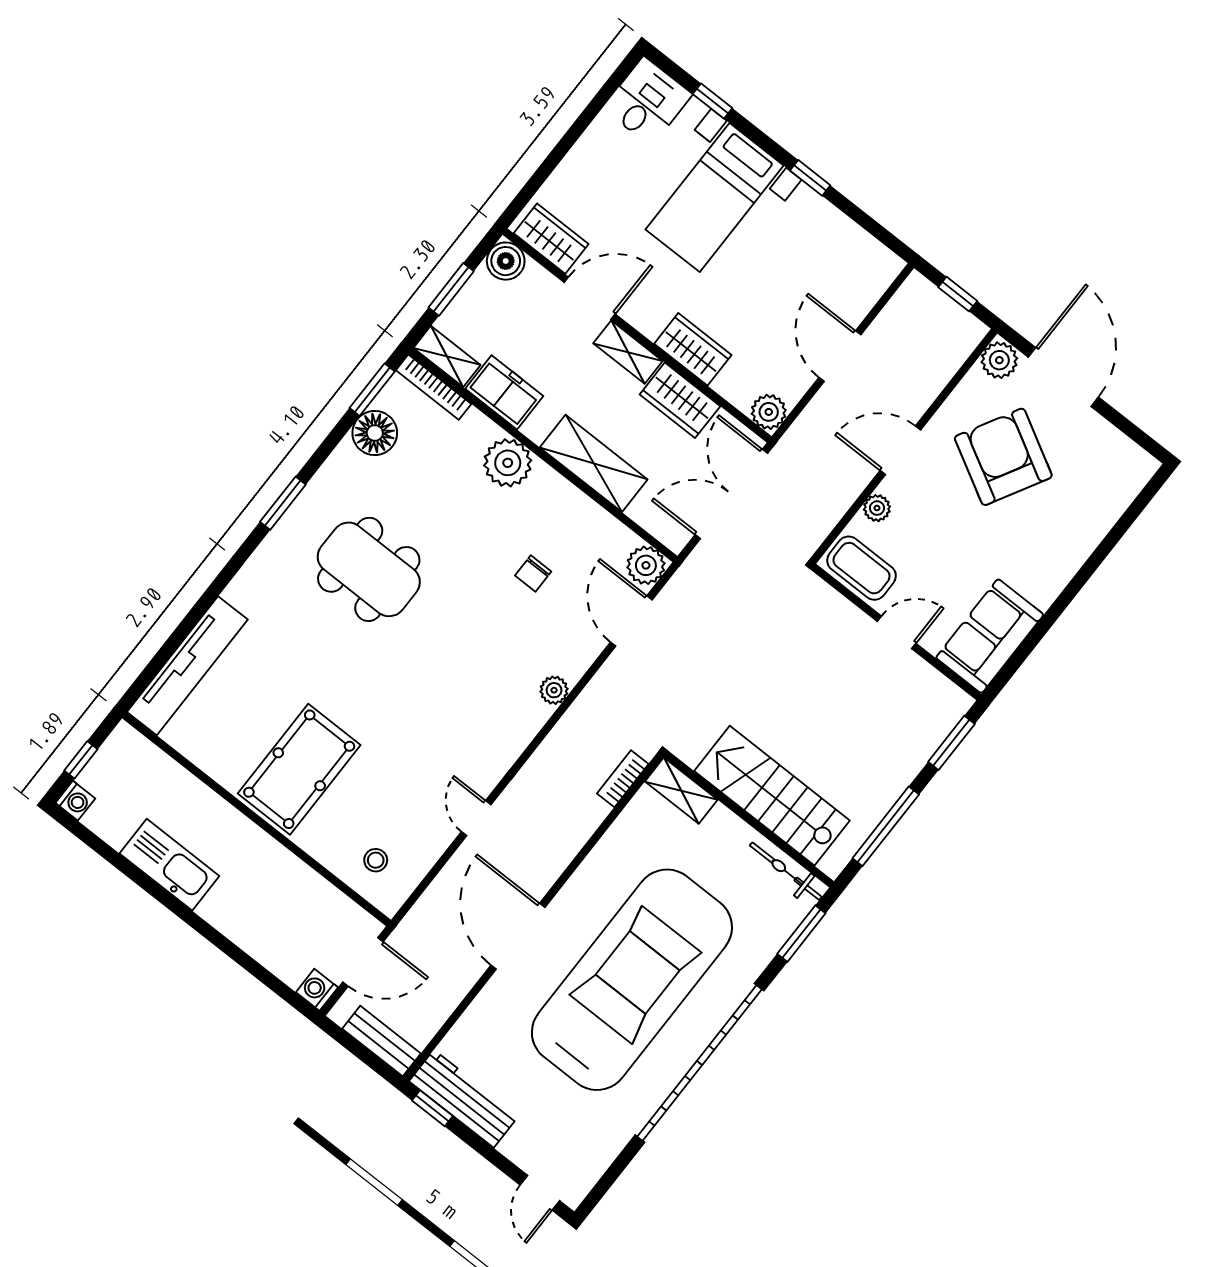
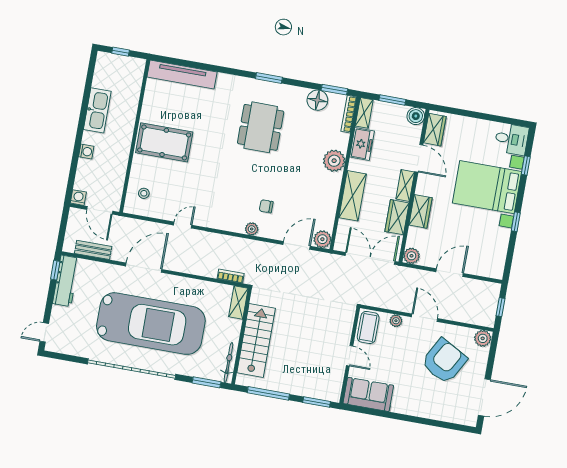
bed with nightstands: (715, 197) -> (487, 187), width x1.36
door: (1063, 377) -> (484, 397), moved
chair: (533, 574) -> (266, 206), moved
washing machine: (75, 801) -> (86, 151), moved, turned -90
bench: (382, 1041) -> (93, 250), moved, turned 90

